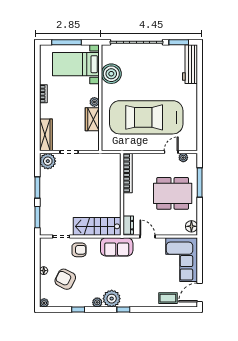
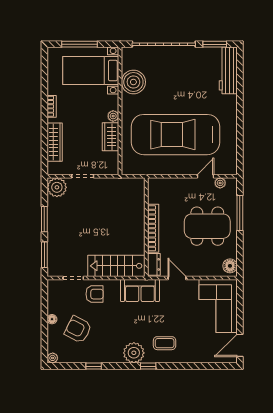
wardrobe: (46, 135) -> (55, 142), moved
bookcase: (128, 173) -> (153, 228), moved
coffee table: (168, 298) -> (165, 343), moved
plant: (97, 302) -> (117, 357), removed

